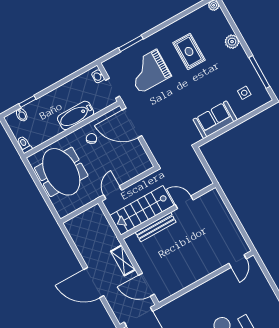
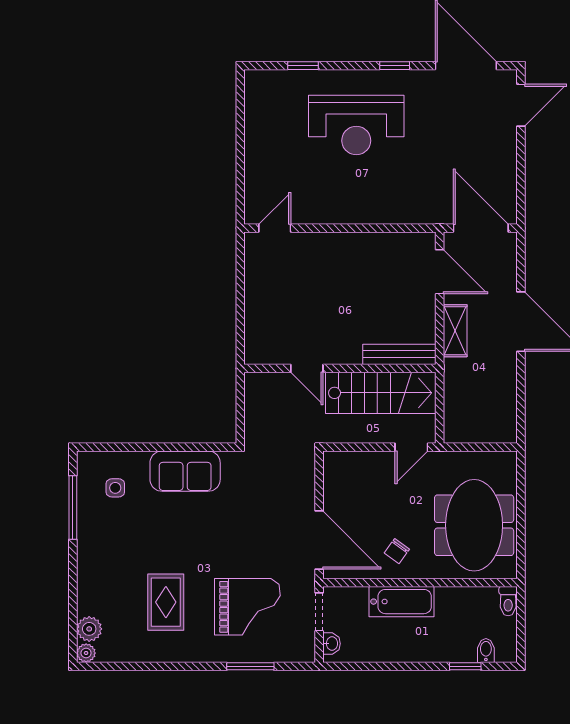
plant: (232, 42) -> (89, 629), moved
bench: (156, 227) -> (399, 354), moved

